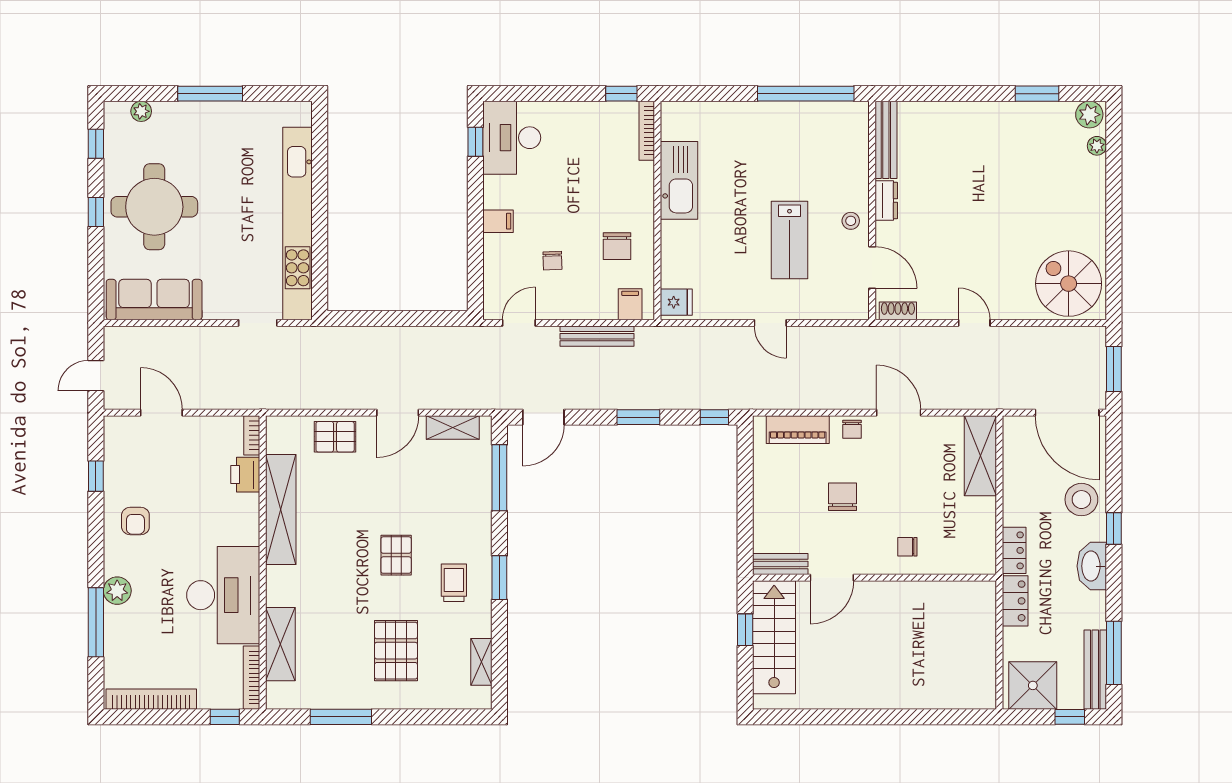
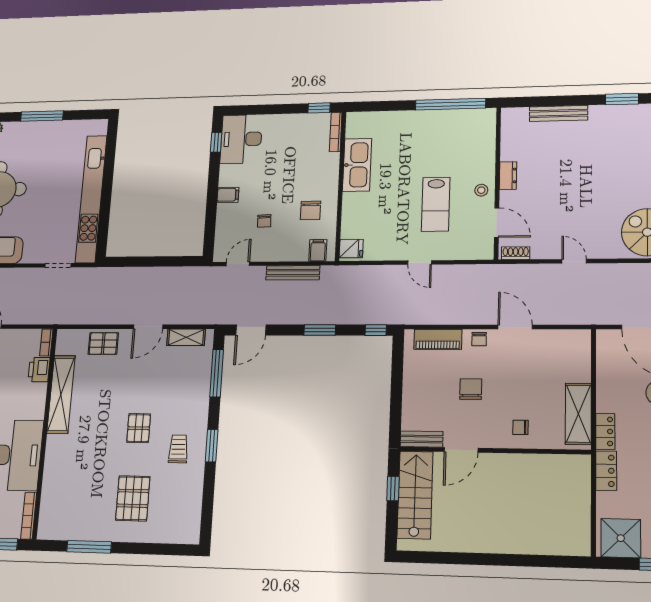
bench: (886, 140) -> (559, 113), moved, turned 90
shelving: (980, 456) -> (578, 414), moved
shelving: (280, 644) -> (51, 492), removed
shelving: (481, 662) -> (194, 508), removed

